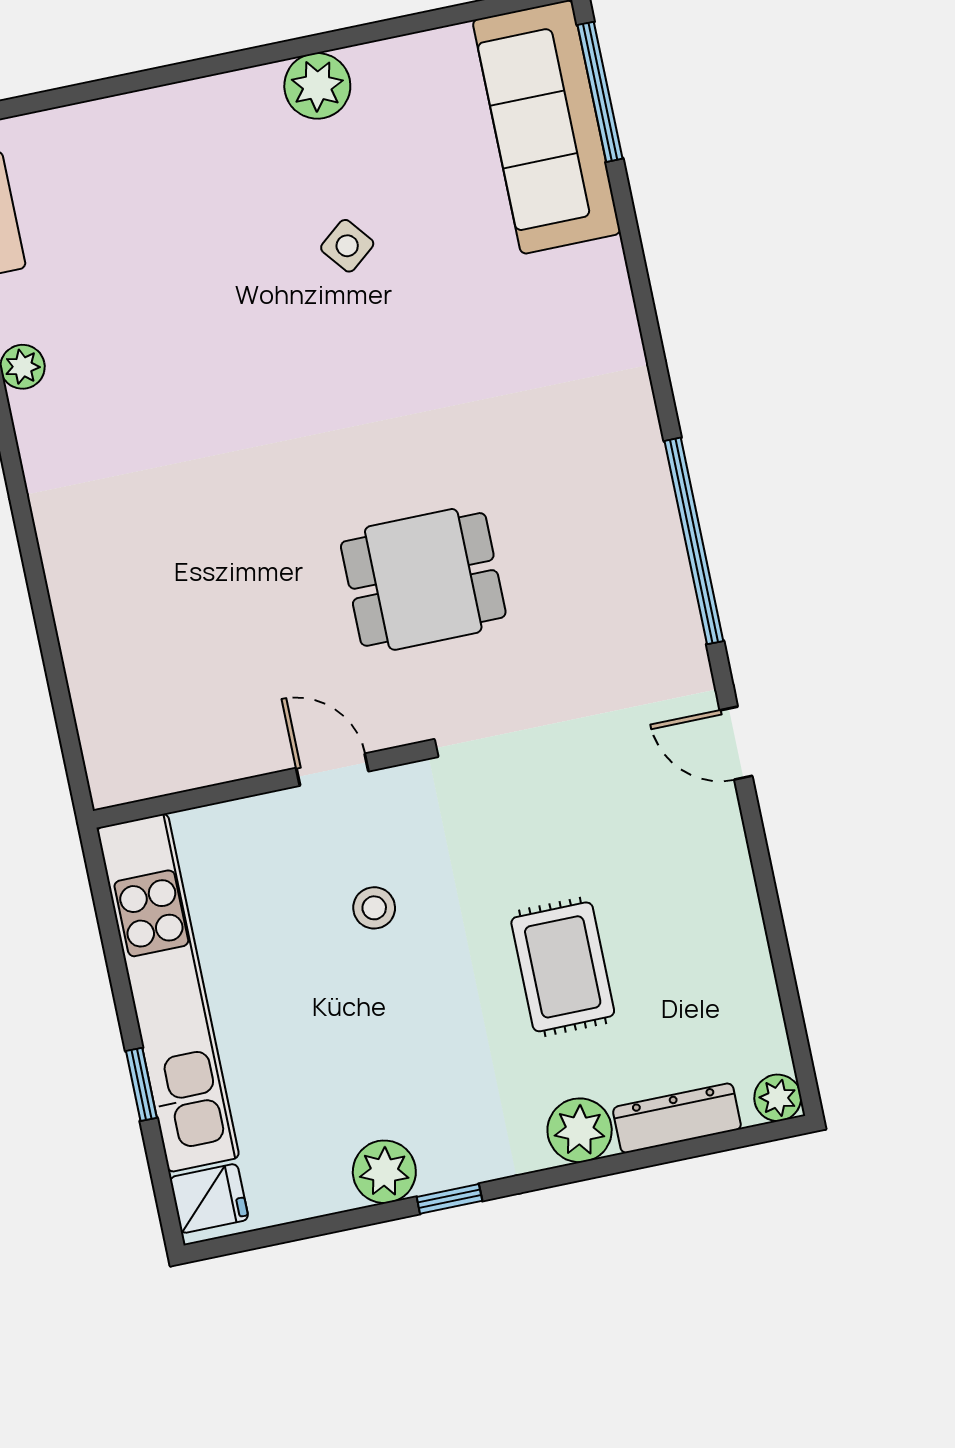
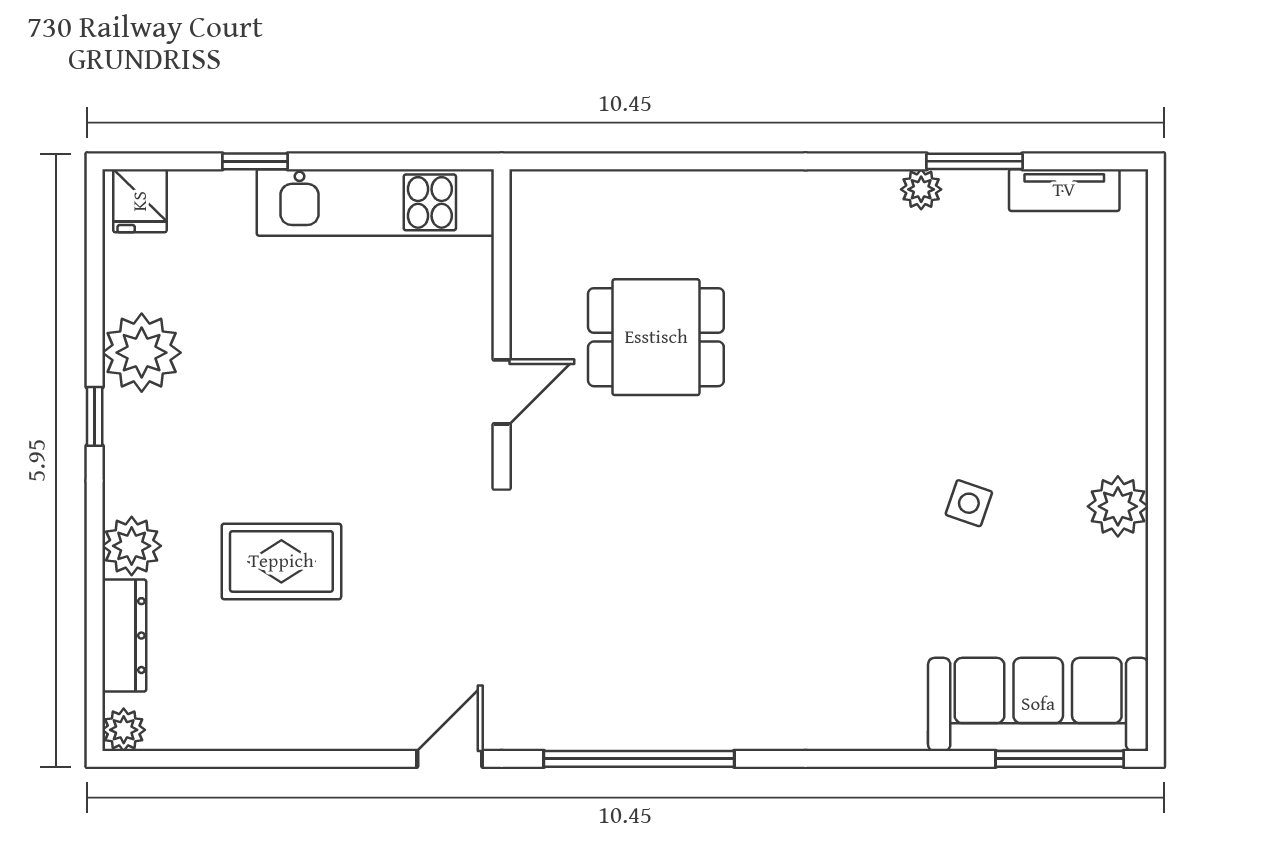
side table: (347, 246) -> (969, 503), turned -32
dining table: (423, 579) -> (656, 337), moved, turned 90
stool: (374, 908) -> (370, 403), removed
kitchen unit: (168, 993) -> (375, 202), width x0.73
plant: (384, 1172) -> (142, 353), width x1.36, depth x1.36

